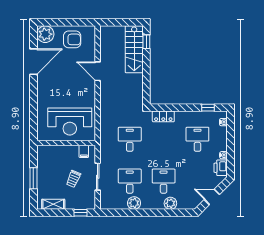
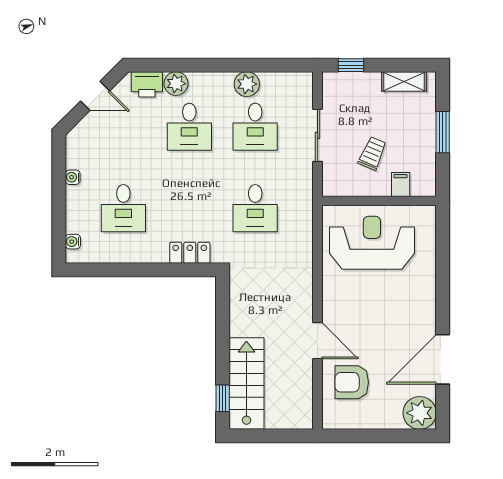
armchair: (72, 39) -> (352, 382), moved
window: (208, 108) -> (103, 270), removed
filing cabinet: (84, 151) -> (401, 185), moved
printer: (221, 168) -> (147, 84), moved, turned 90
trolley: (73, 179) -> (372, 153), moved

